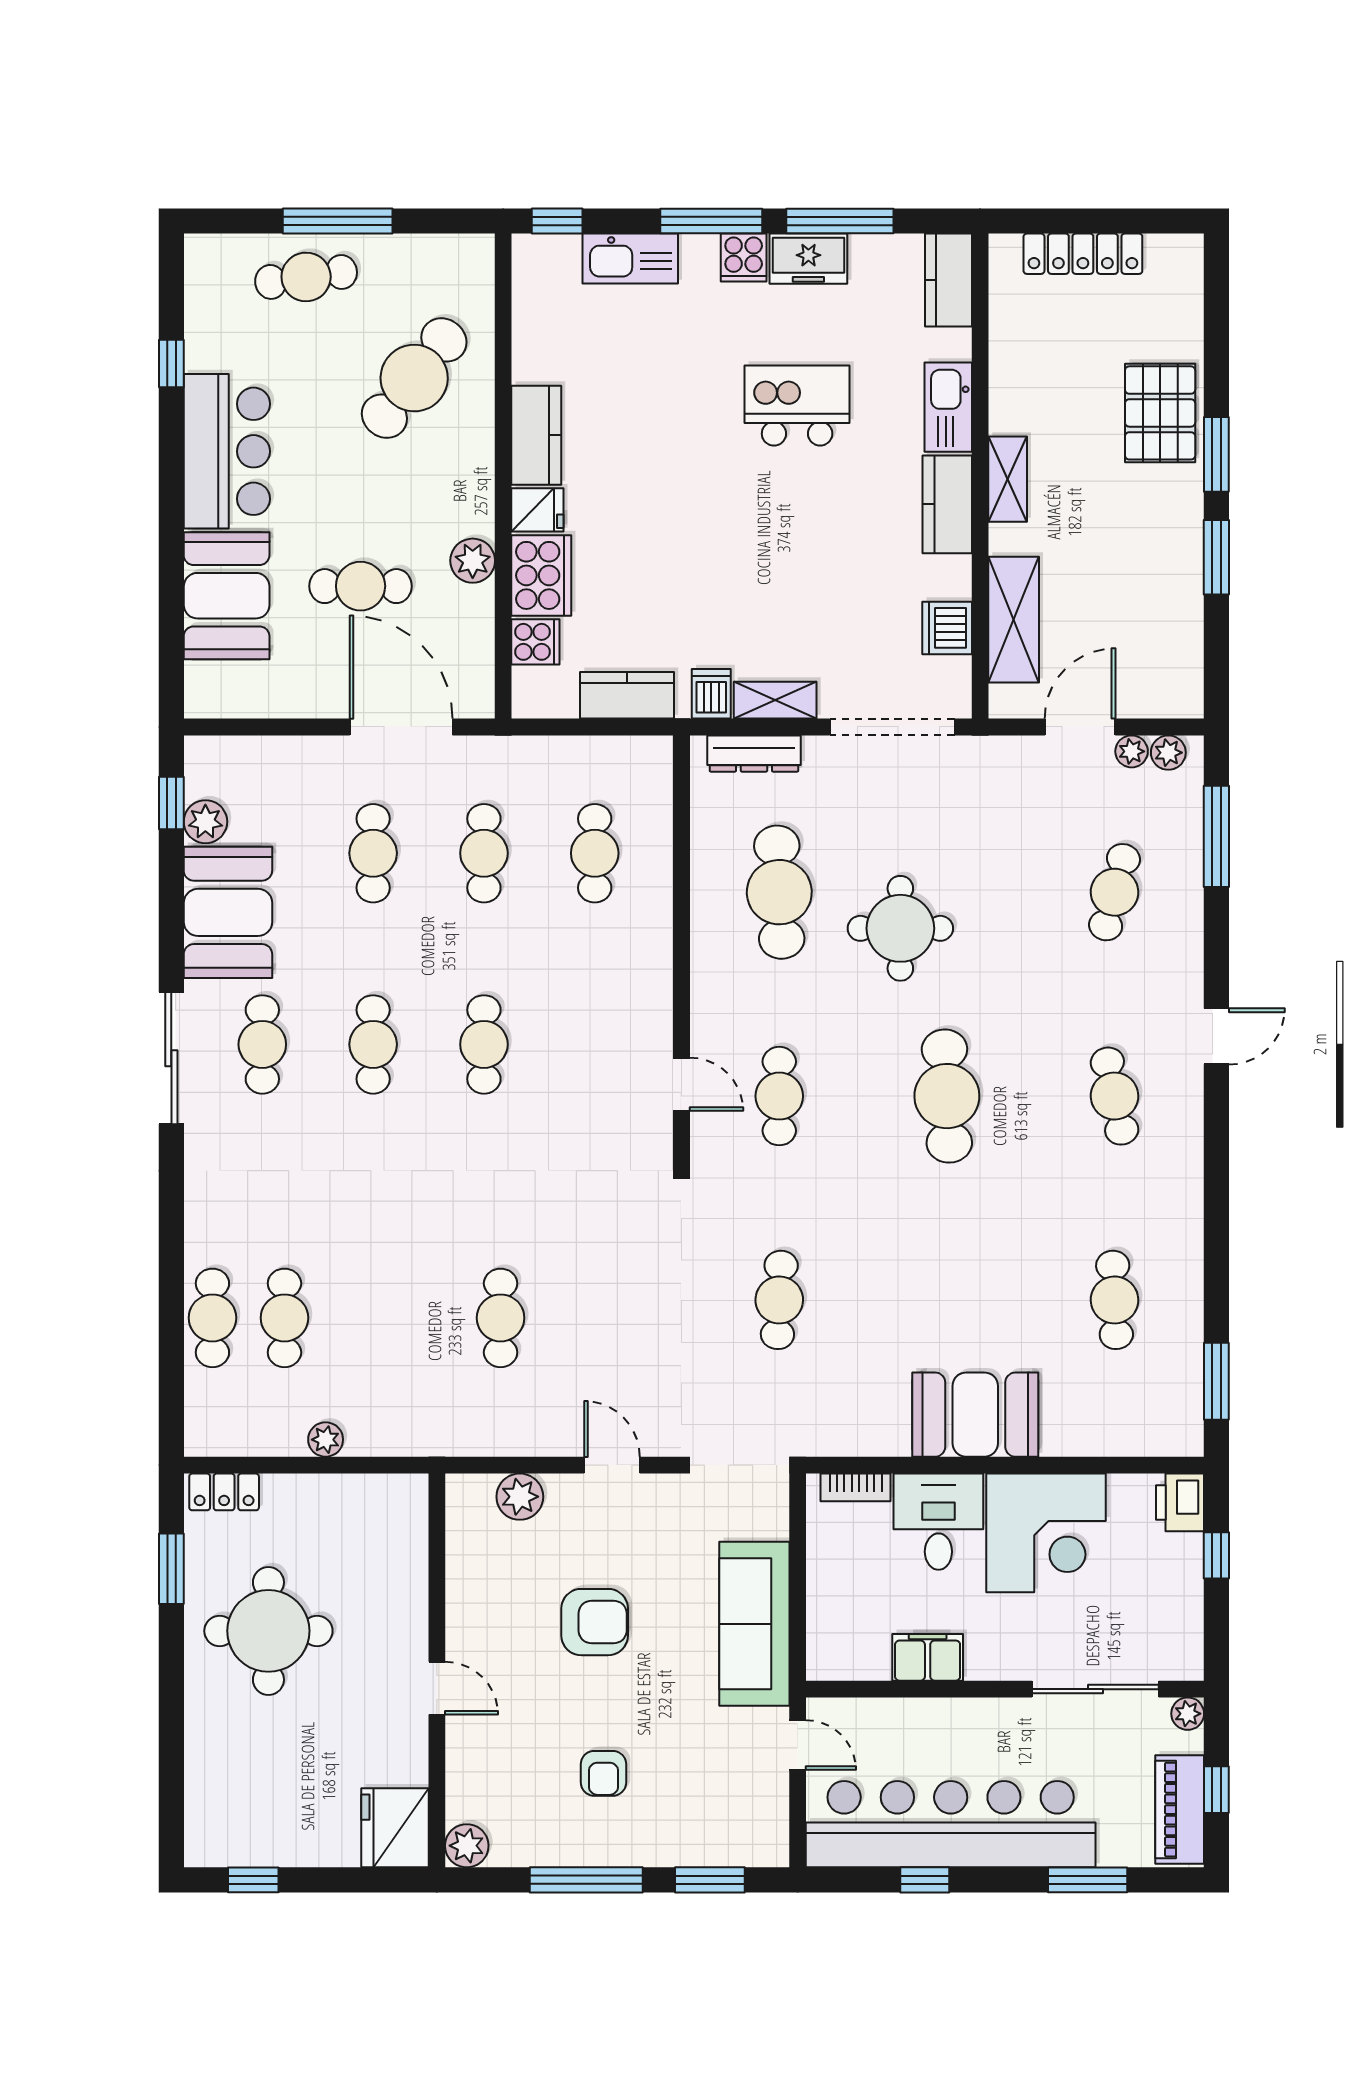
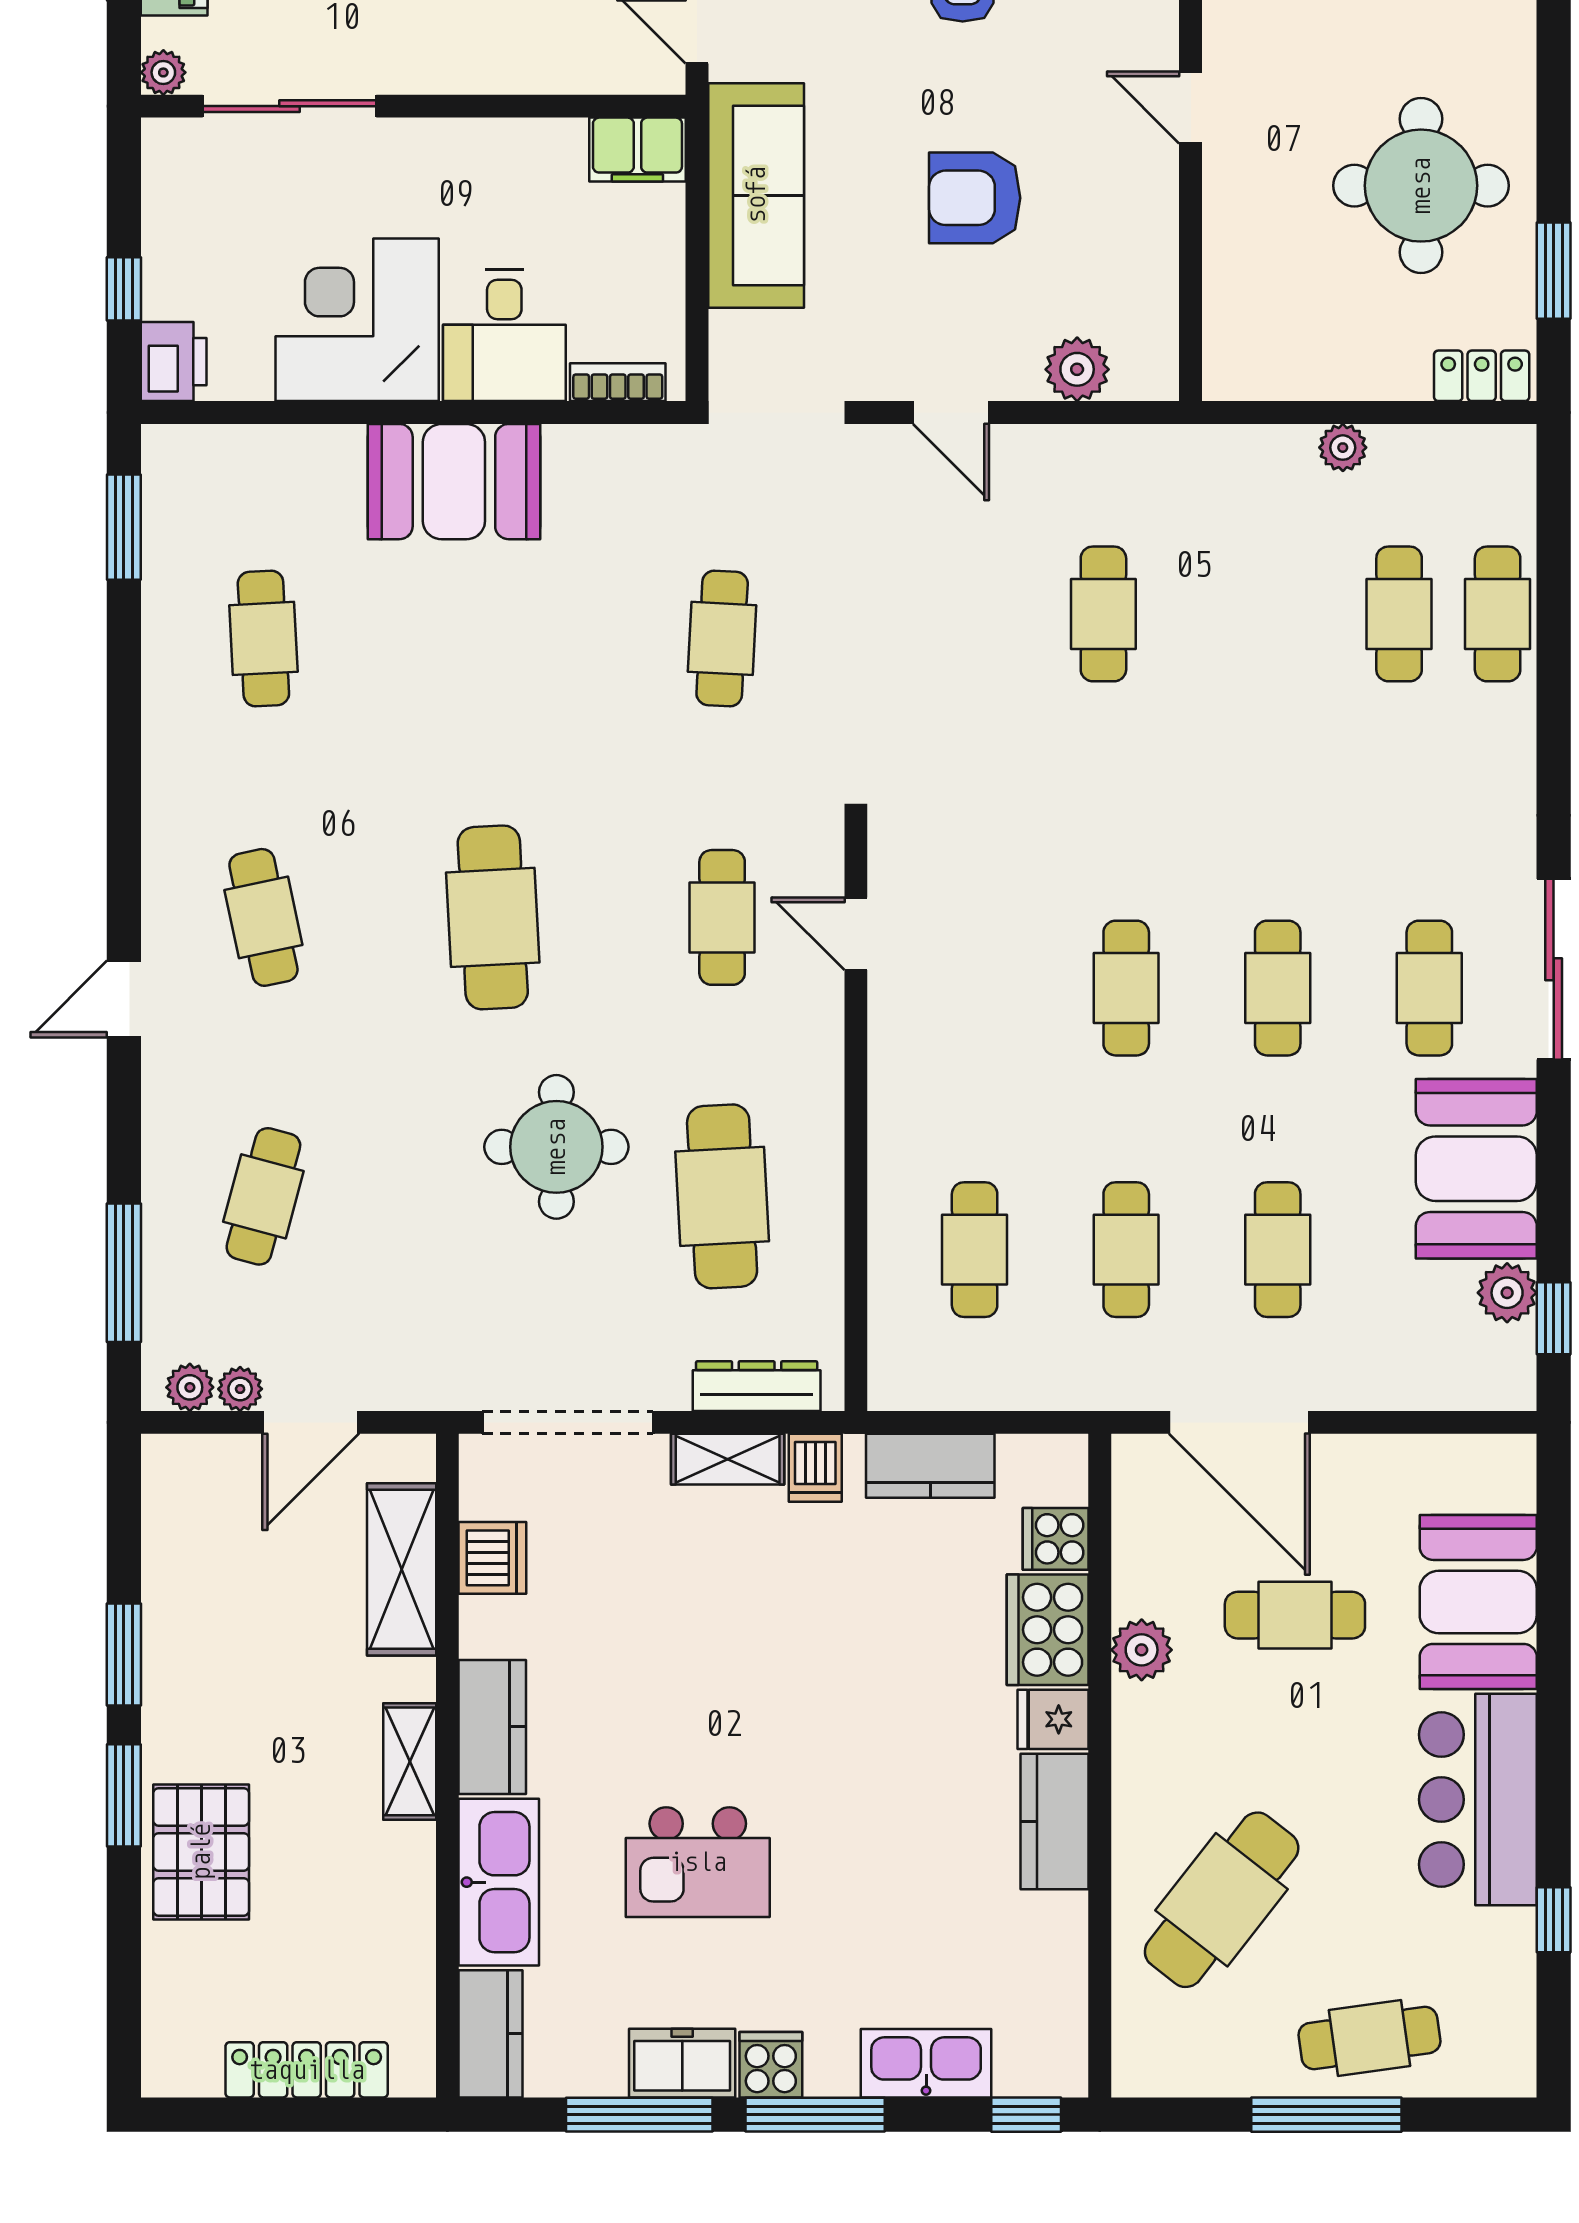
kitchen sink: (948, 407) -> (499, 1882), width x1.36, depth x1.24
filing cabinet: (928, 1657) -> (637, 150), moved

